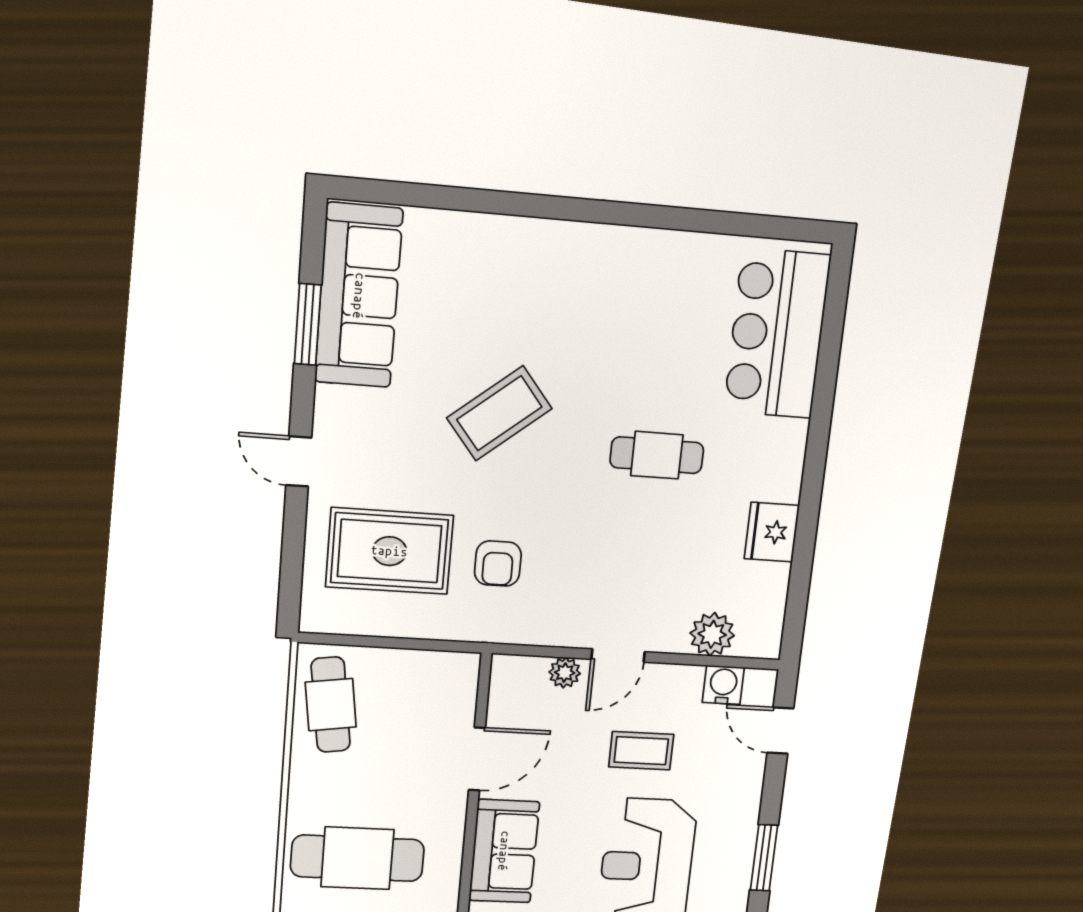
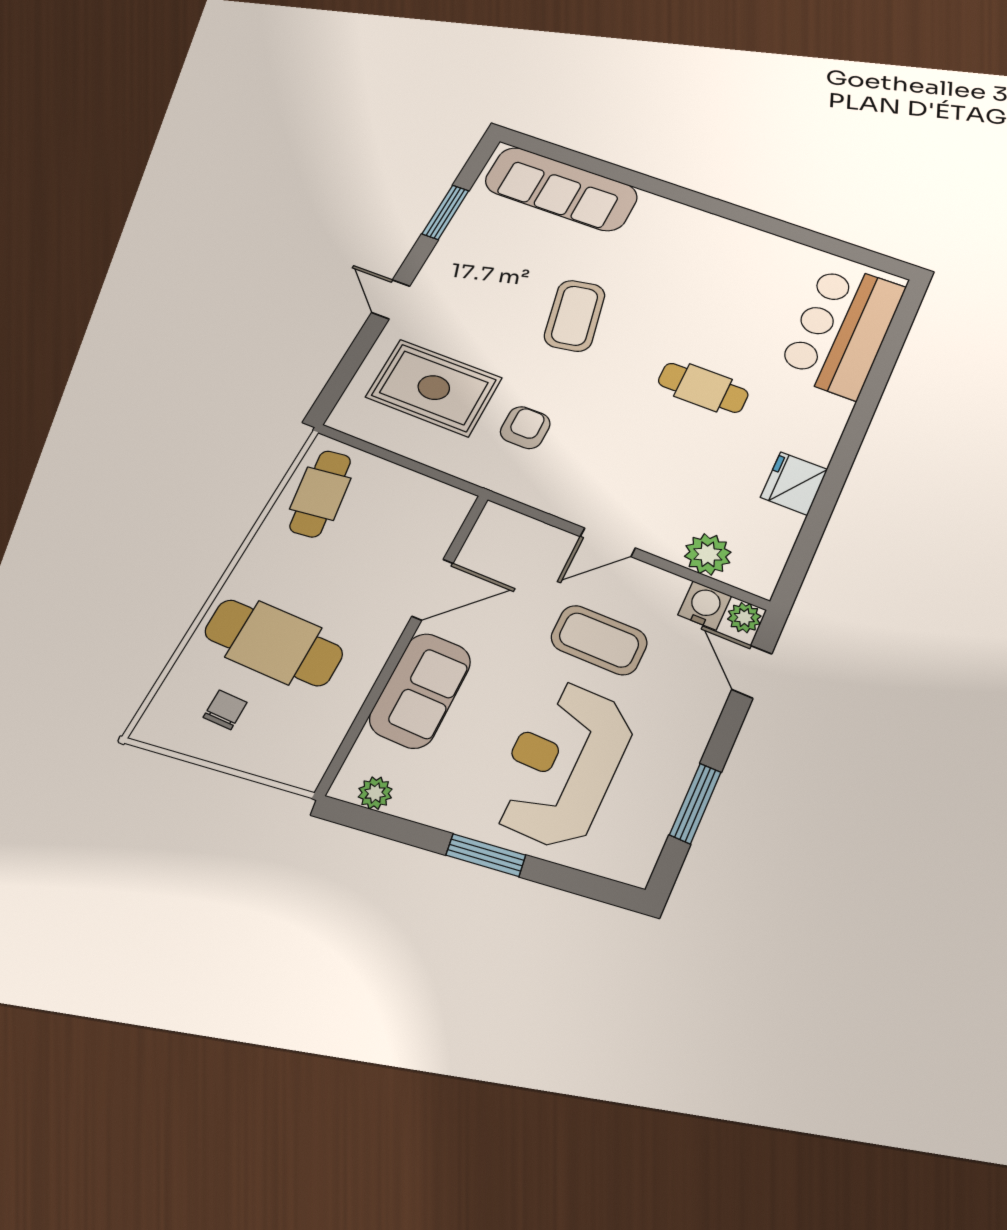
sofa: (359, 296) -> (561, 189), moved, turned 90
coffee table: (499, 413) -> (575, 316), turned -62
armchair: (498, 564) -> (525, 428), turned 180
plant: (565, 673) -> (744, 618), moved
coffee table: (641, 751) -> (599, 640), width x1.36, depth x1.30

